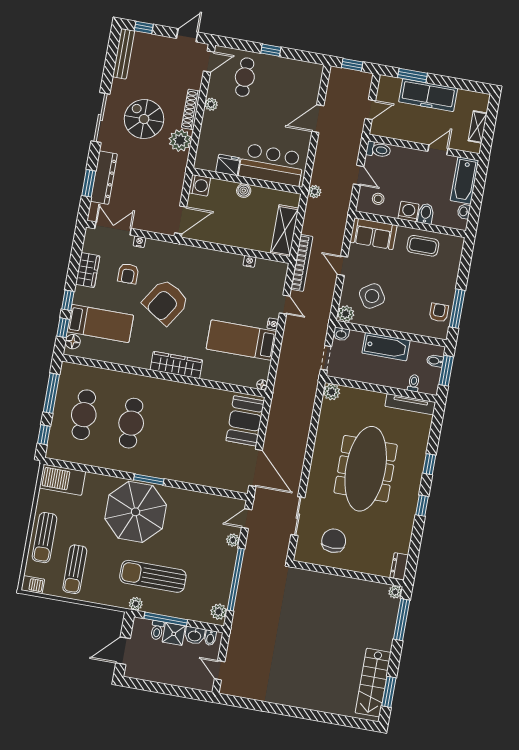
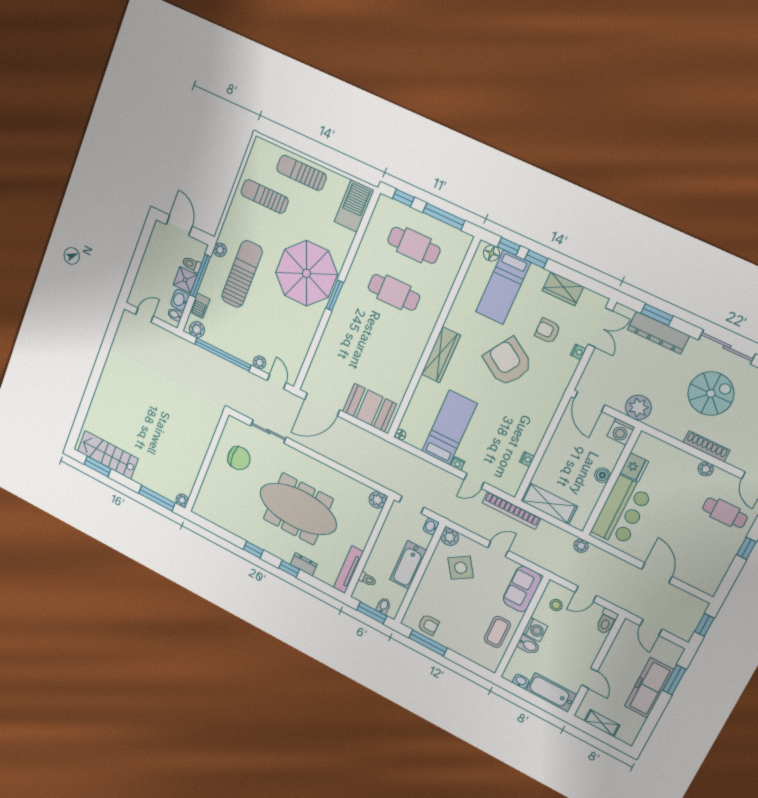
plant: (180, 140) -> (638, 407), moved
dresser: (399, 566) -> (304, 564), moved
barbecue: (33, 585) -> (200, 306), moved

